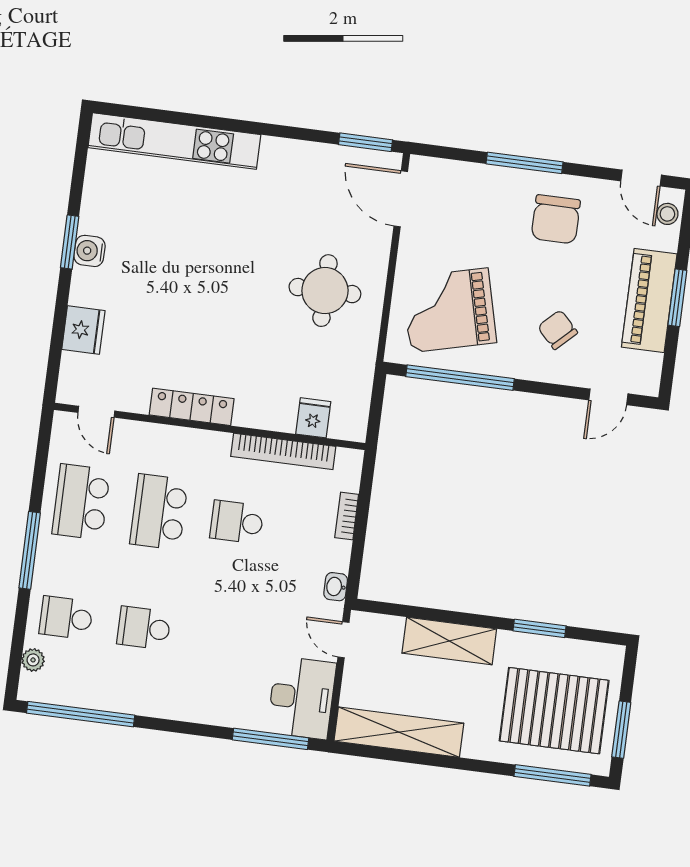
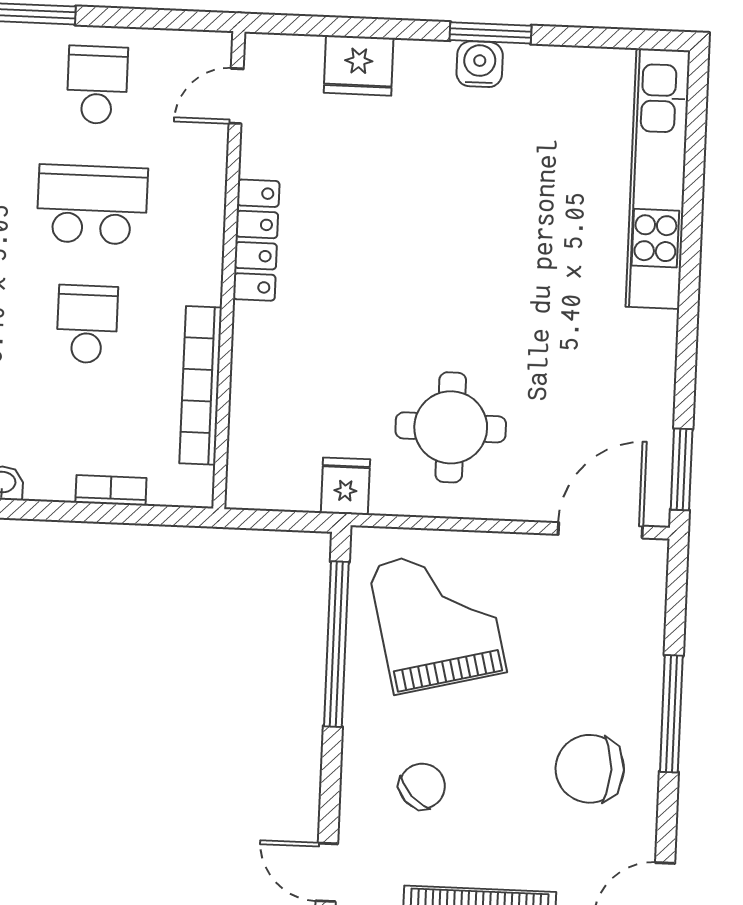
fridge: (313, 418) -> (345, 486), moved, turned -90
school desk: (81, 502) -> (97, 85), width x0.54

